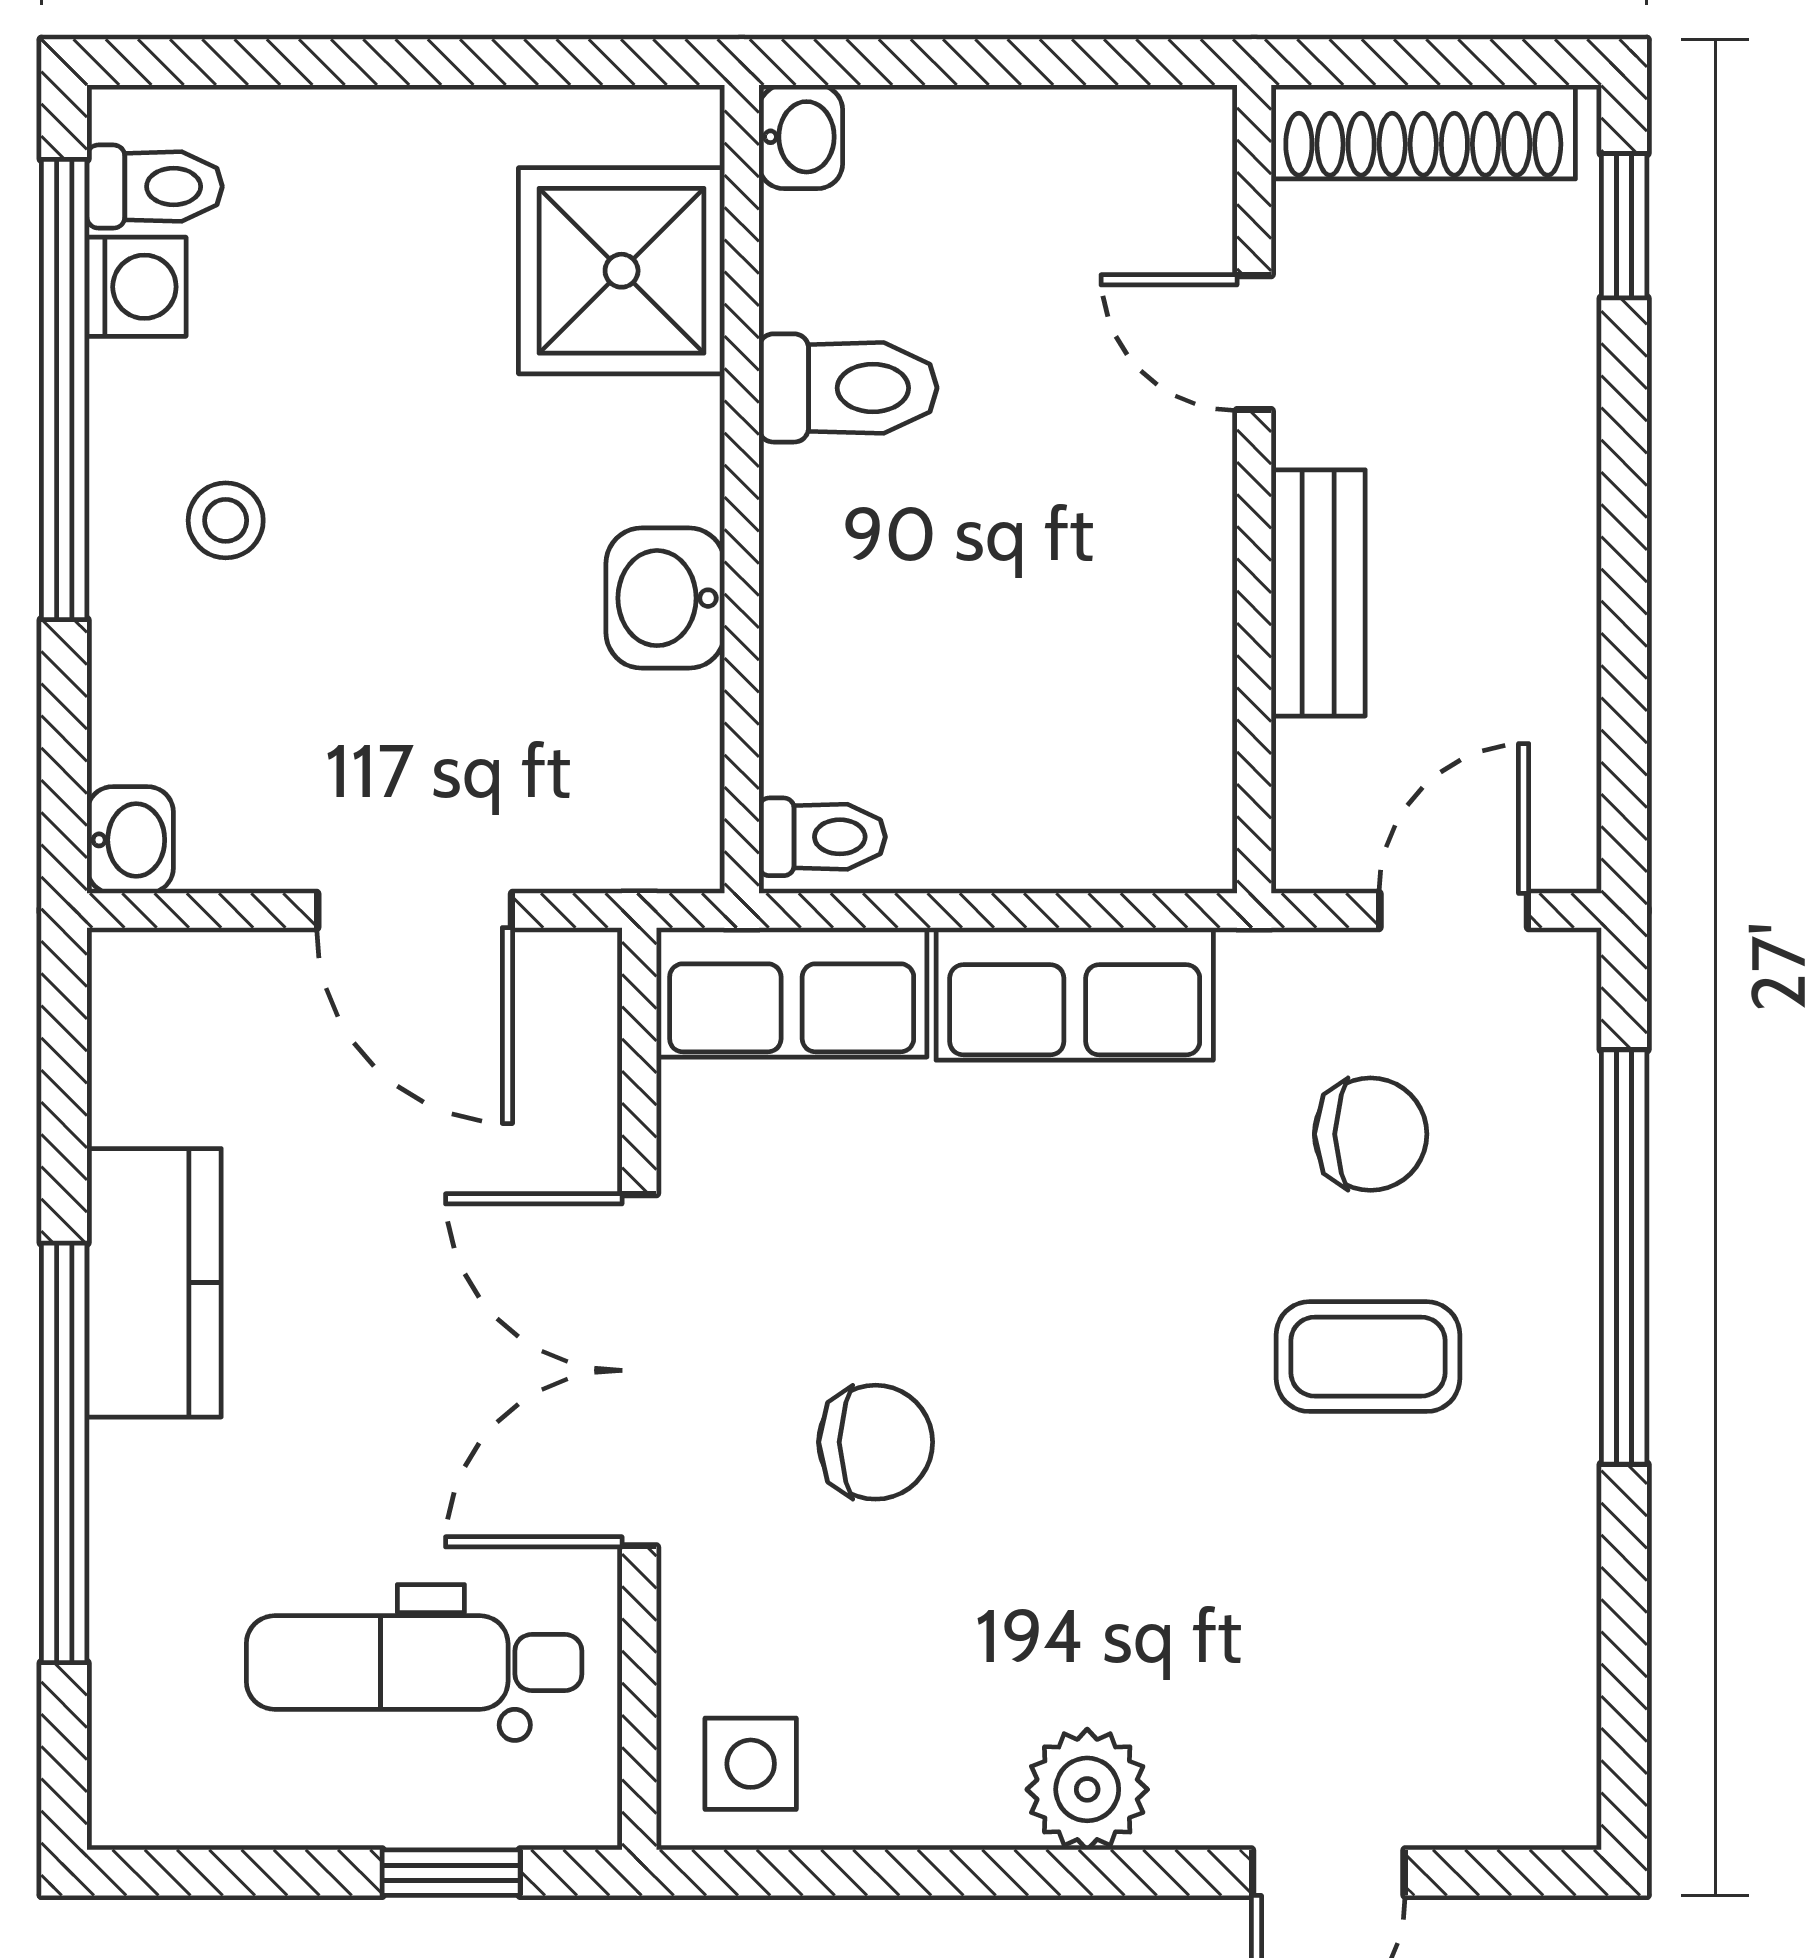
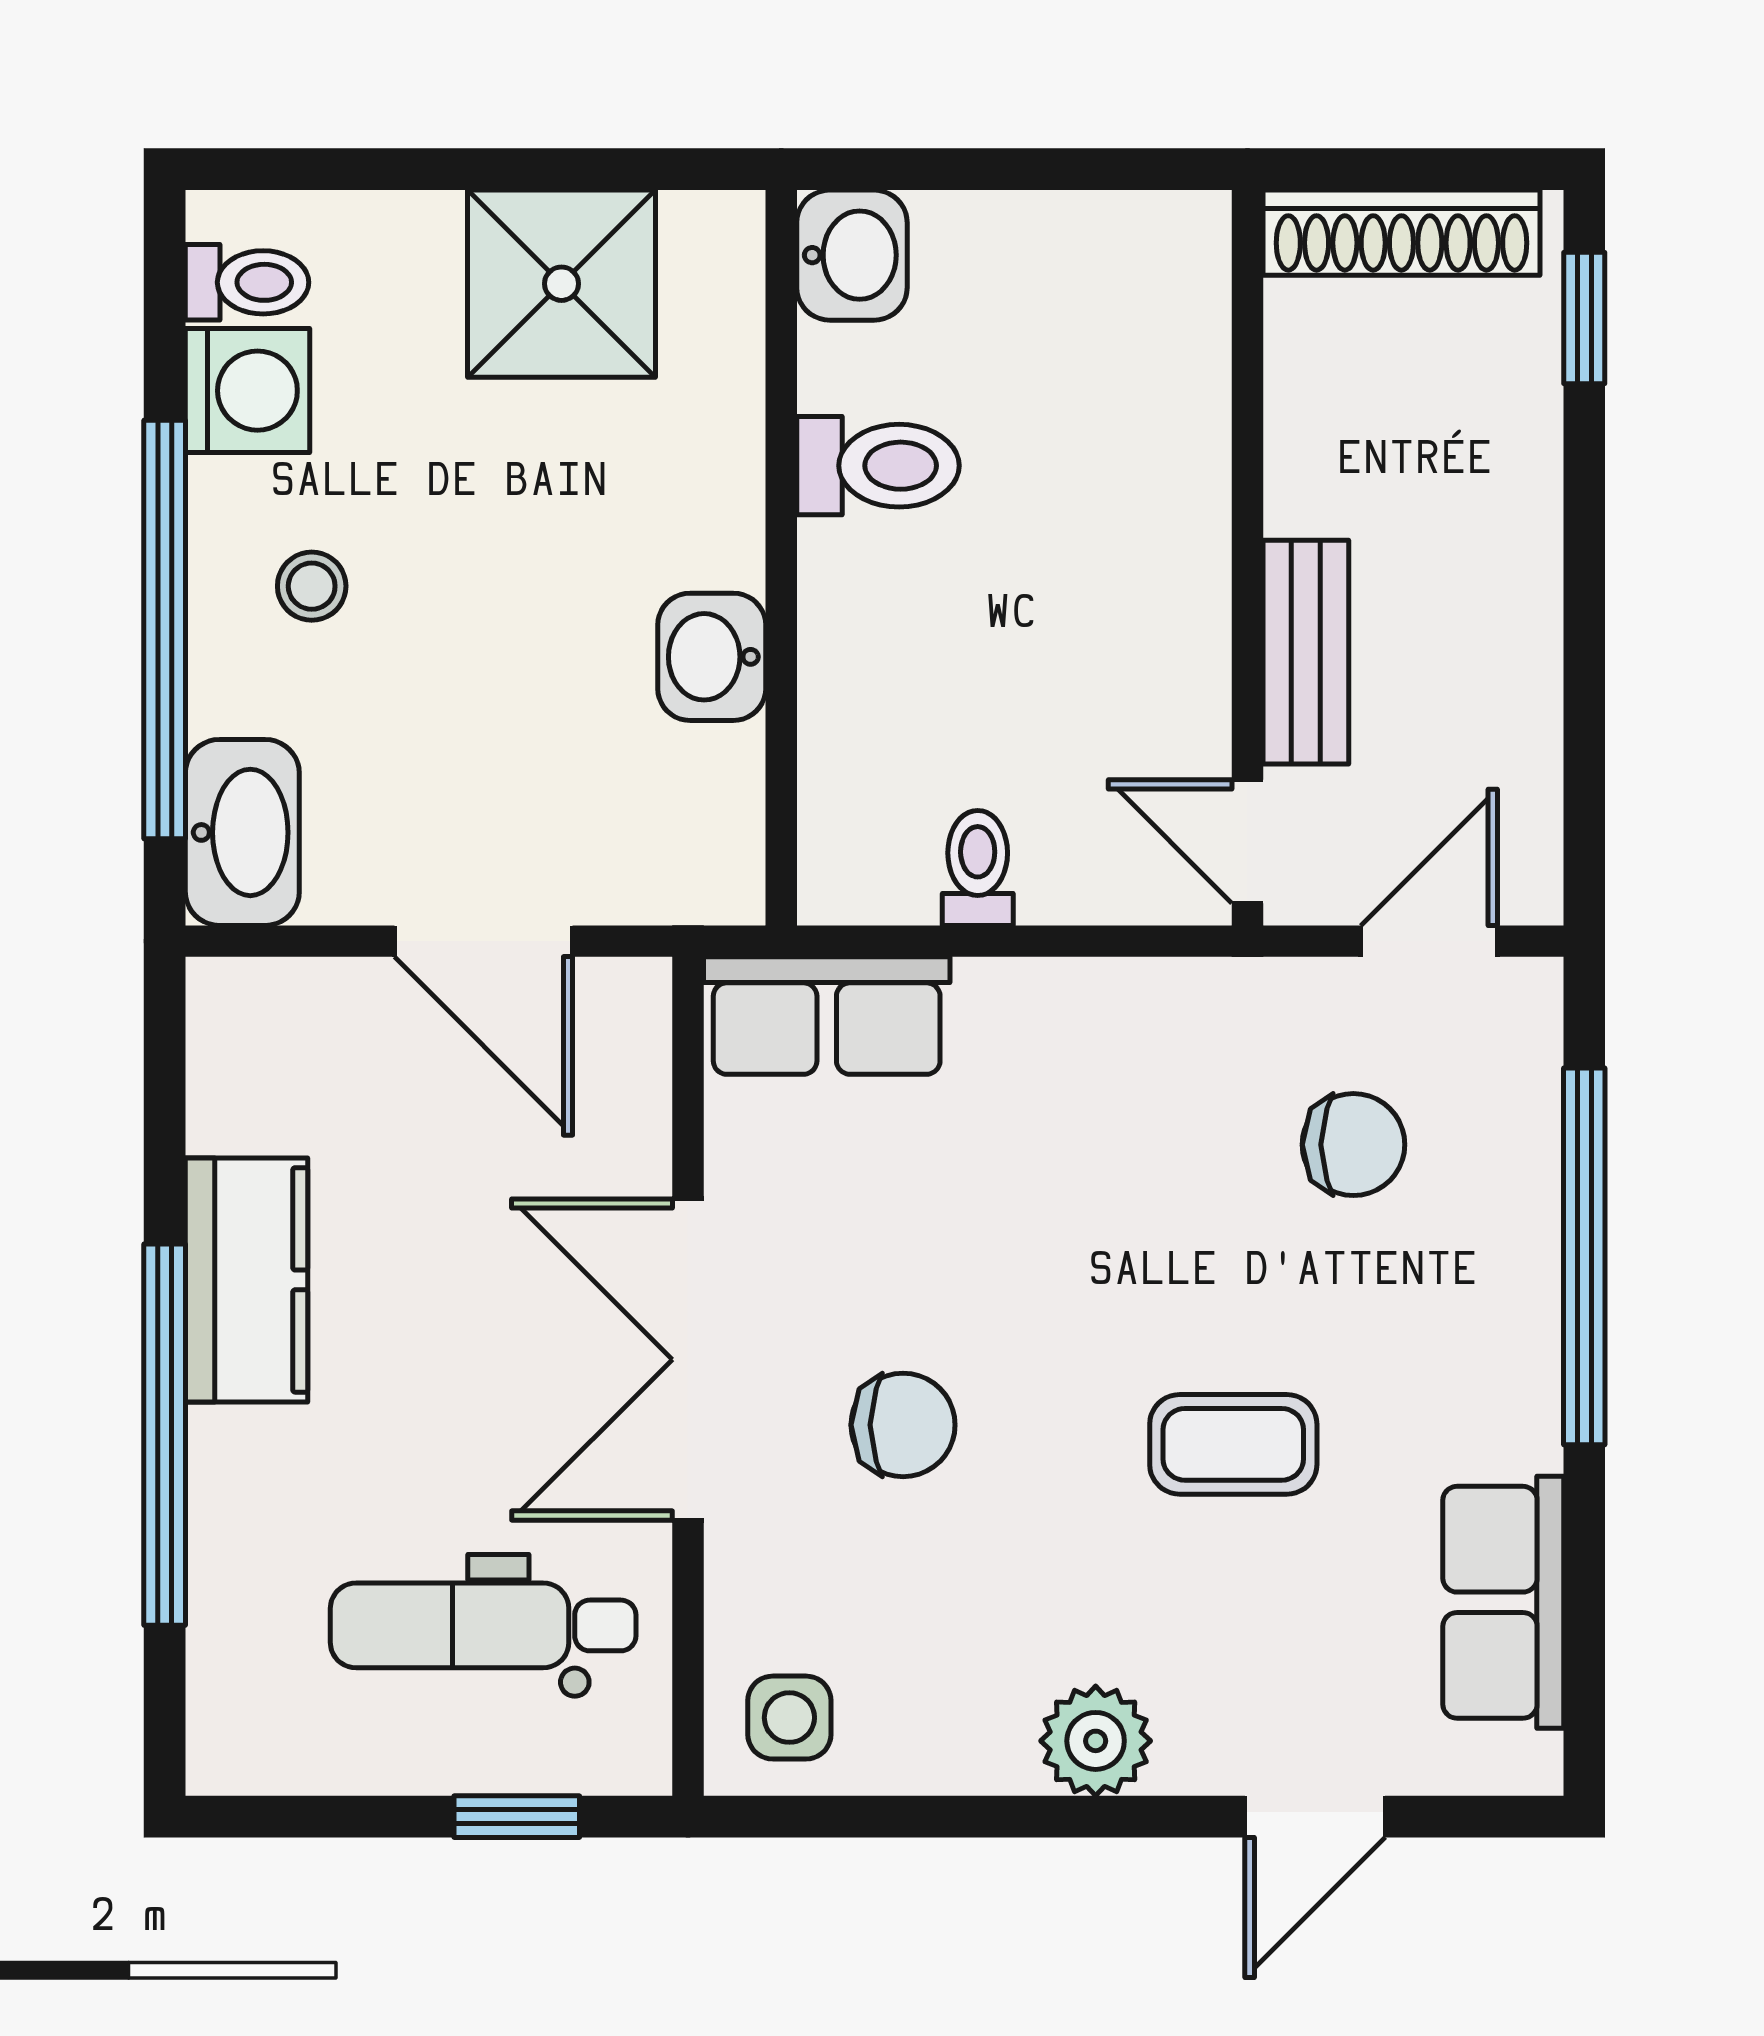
washbasin: (801, 137) -> (852, 255), width x1.38, depth x1.45
shower: (622, 271) -> (562, 284), moved
washing machine: (136, 287) -> (248, 391), width x1.38, depth x1.38
door: (1254, 343) -> (1247, 842), moved
window: (64, 389) -> (165, 629), moved
toilet: (822, 837) -> (978, 868), moved, turned -90
washbasin: (130, 840) -> (242, 832), width x1.91, depth x1.45
row of seats: (1075, 994) -> (1503, 1602), moved, turned 90
coffee table: (1368, 1357) -> (1233, 1444), moved

